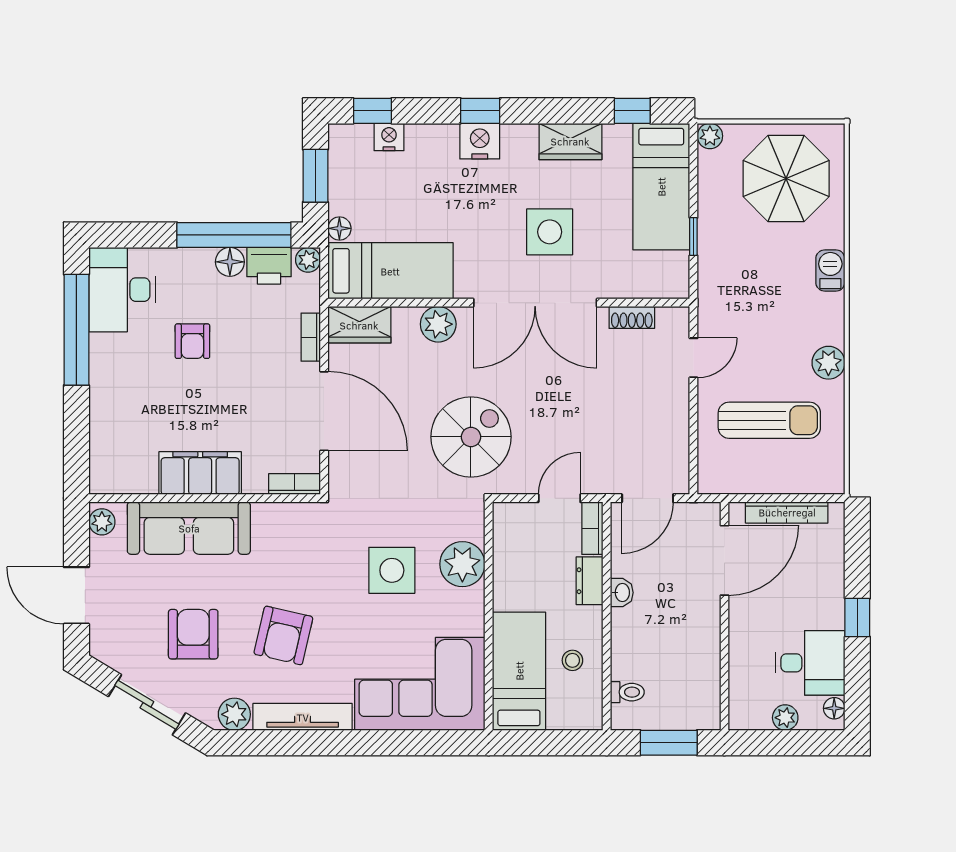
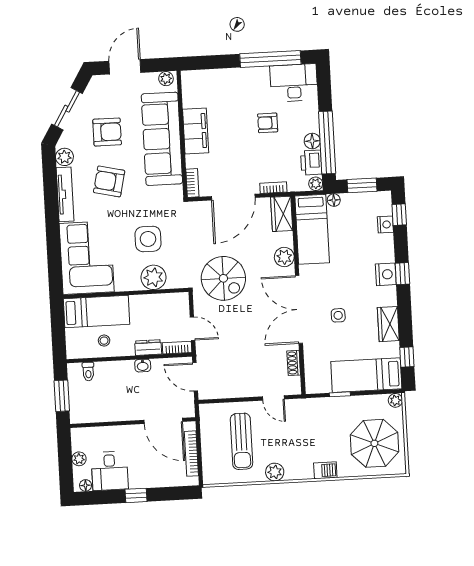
side table: (550, 232) -> (338, 315), width x0.54, depth x0.54
sofa: (189, 528) -> (162, 139), width x1.36, depth x1.27

